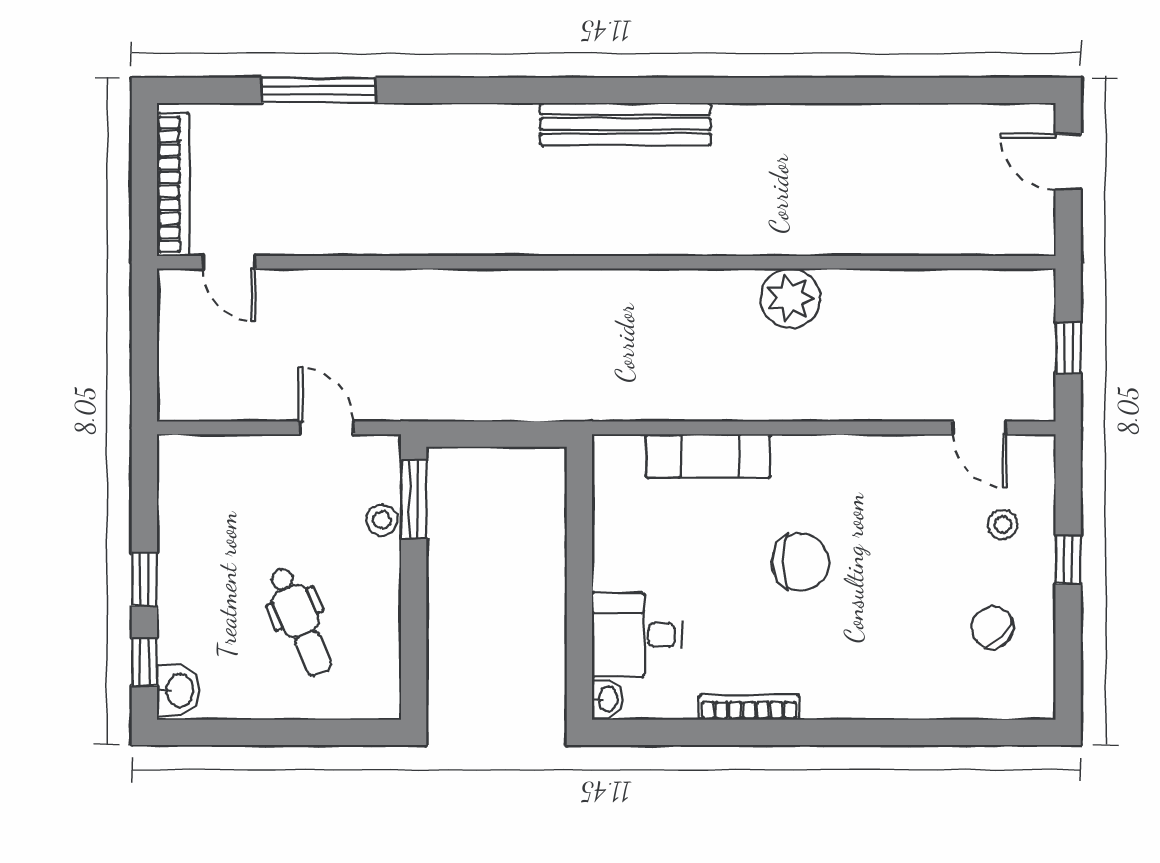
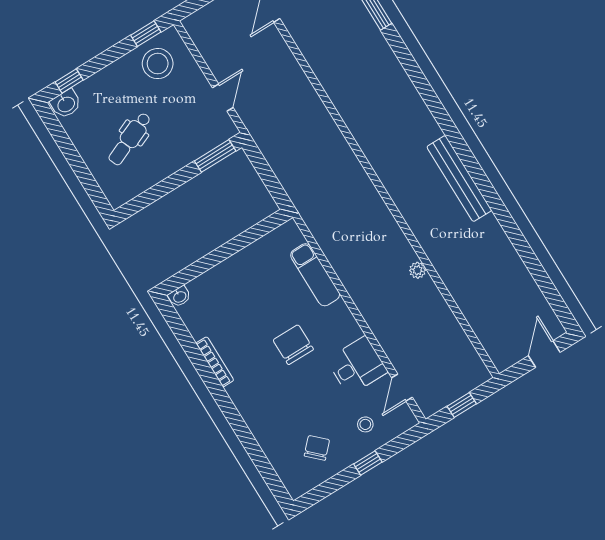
bench: (625, 124) -> (459, 179), moved
plant: (790, 298) -> (418, 270), width x0.53, depth x0.53
stool: (382, 520) -> (158, 64), moved, width x1.89, depth x1.89
chair: (800, 562) -> (293, 345), turned 180
window: (144, 579) -> (146, 34), moved
desk: (637, 635) -> (357, 366), moved, turned 90

